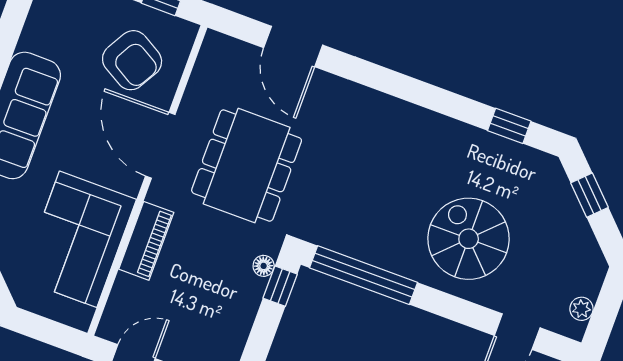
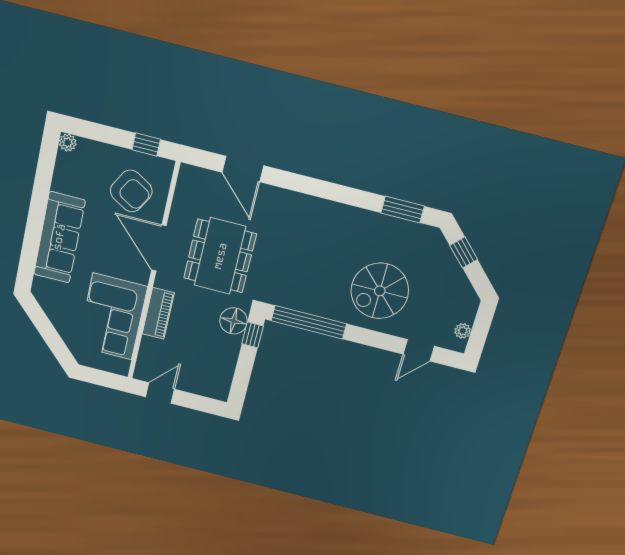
window: (509, 126) -> (403, 210), width x1.50
spiral stairs: (469, 239) -> (380, 291), turned -90
floor lamp: (264, 266) -> (234, 321), width x1.89, depth x1.89

